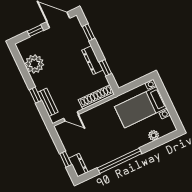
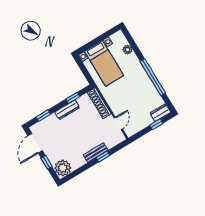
plant: (34, 64) -> (63, 168), moved
bench: (48, 102) -> (96, 153), moved

